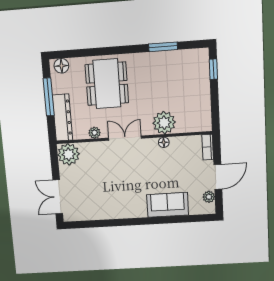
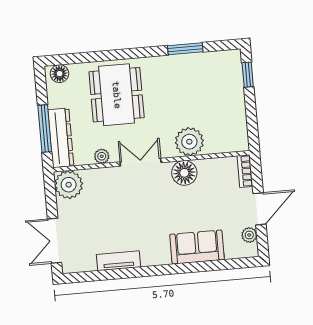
window: (49, 97) -> (45, 128), moved
floor lamp: (164, 142) -> (184, 173), width x1.89, depth x1.89
tv unit: (107, 213) -> (118, 261), added

